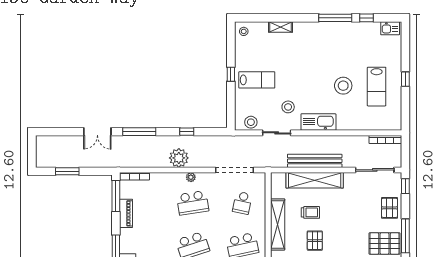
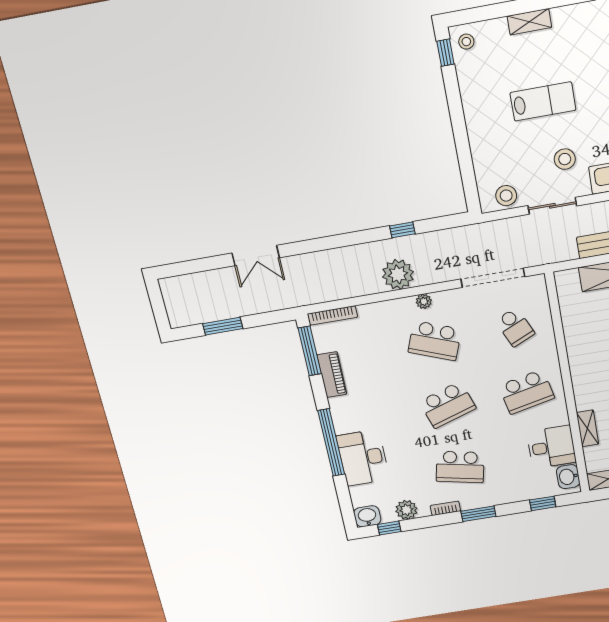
window: (231, 74) -> (445, 53), moved
lab bench: (257, 80) -> (543, 101), moved
window: (139, 132) -> (324, 244), removed
school desk: (193, 203) -> (435, 341), turned 30
school desk: (242, 203) -> (515, 327), turned -36
shelving: (278, 224) -> (578, 351), removed

